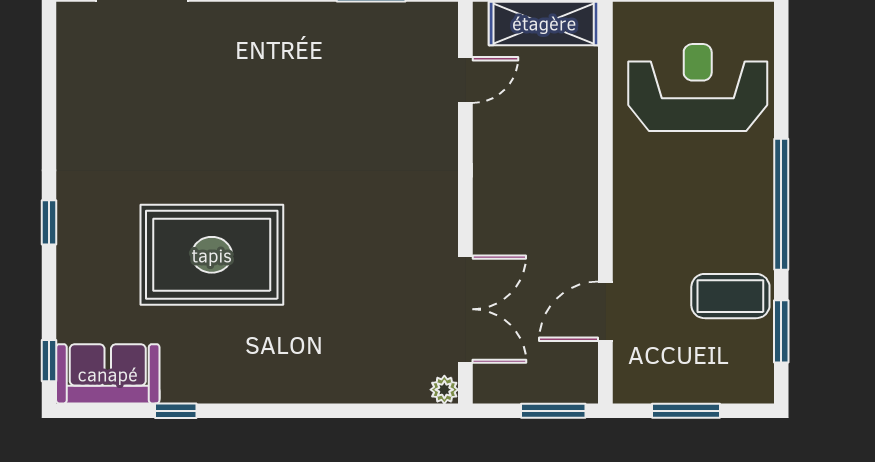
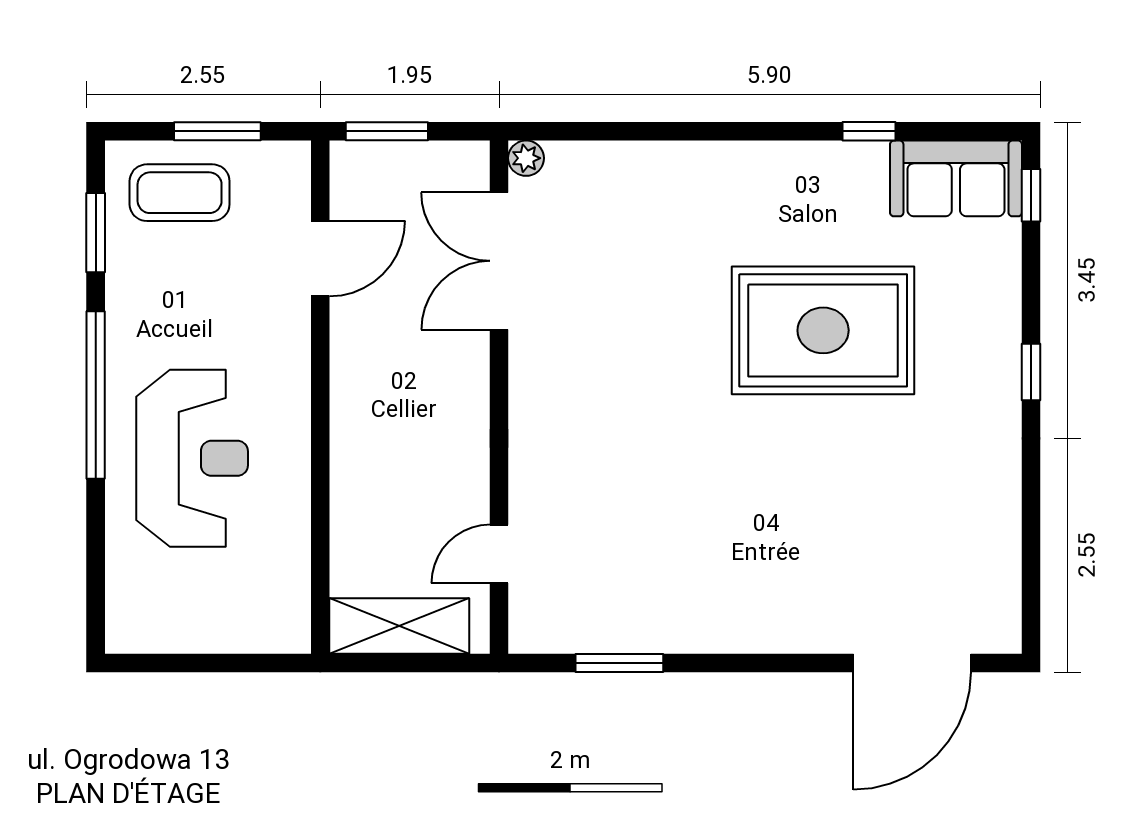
reception desk: (698, 88) -> (192, 458), moved, turned -90
coffee table: (730, 296) -> (180, 193), moved

